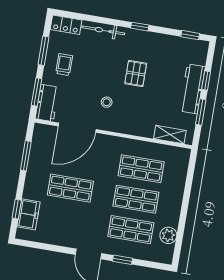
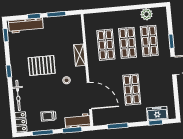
pallet: (136, 73) -> (42, 66), width x1.50, depth x1.42
workbench: (192, 89) -> (26, 25), moved
shelving: (170, 135) -> (79, 55), moved

